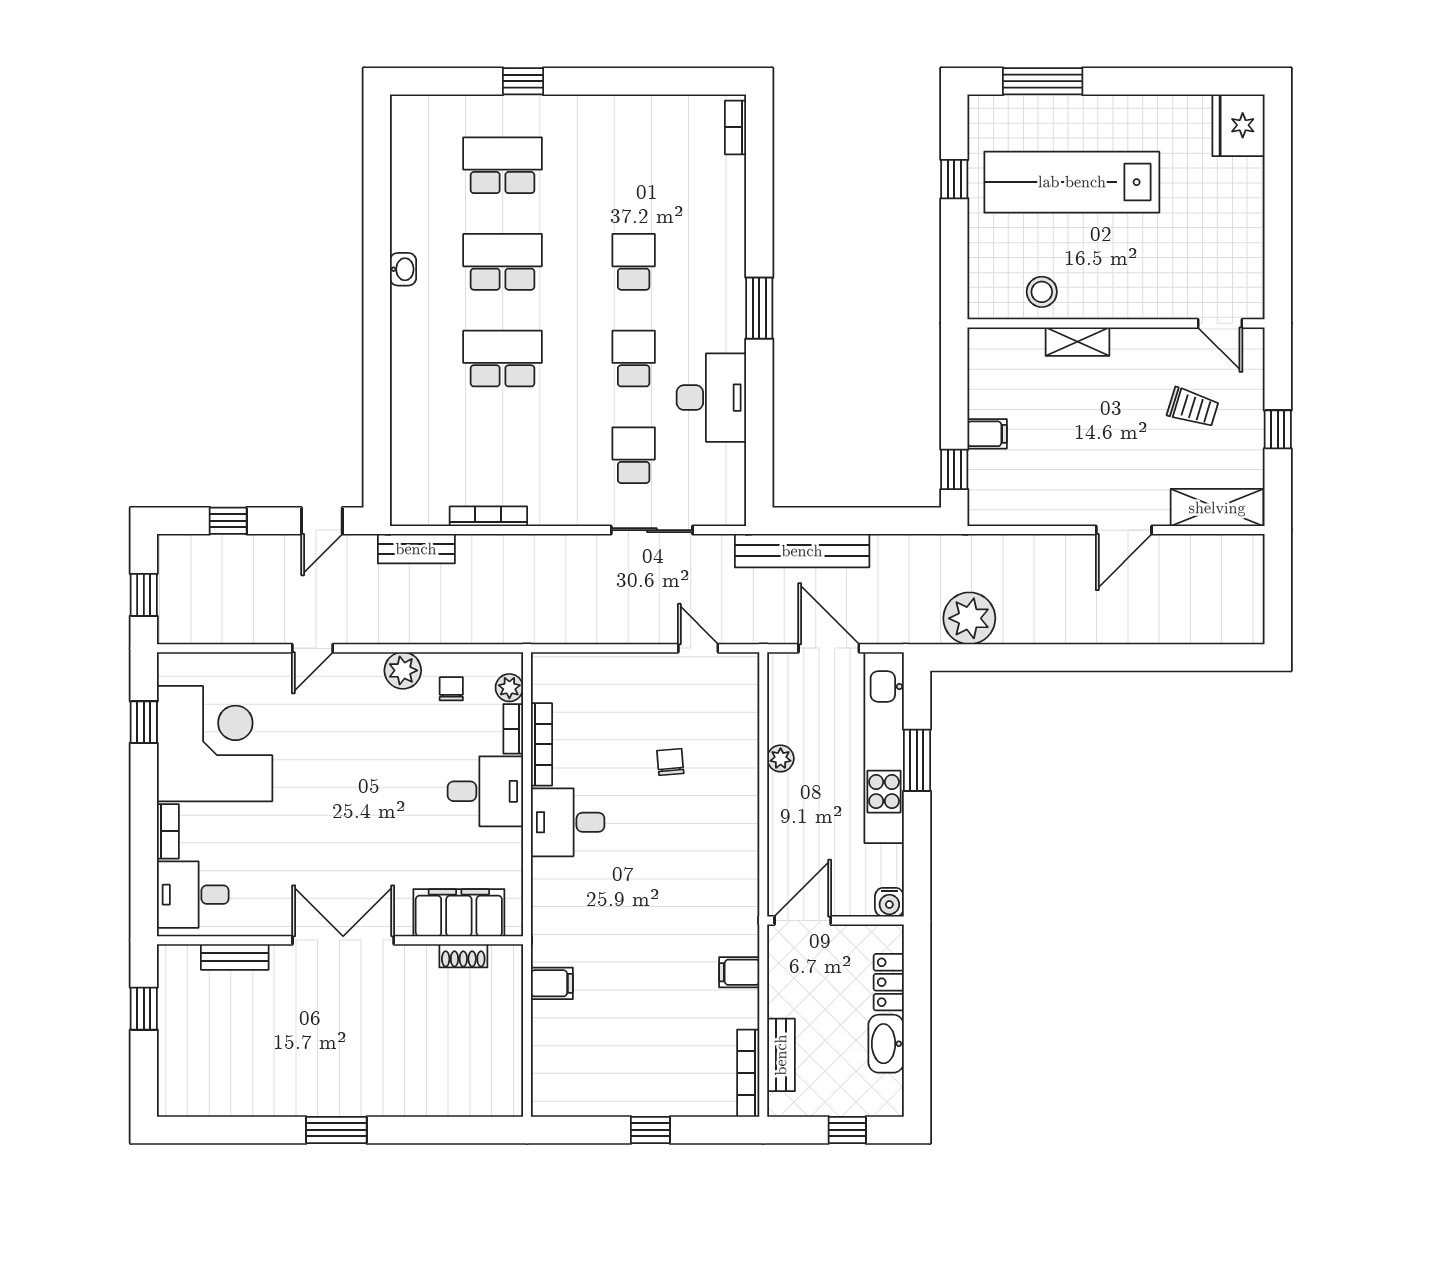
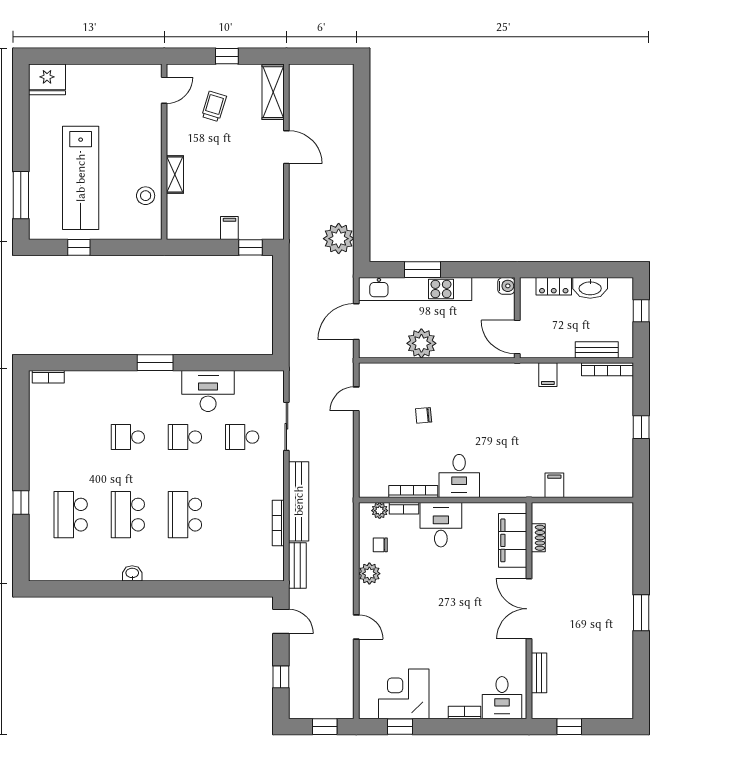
bench: (802, 551) -> (299, 501), moved
corner desk: (215, 744) -> (404, 694), width x0.74, depth x0.74
plant: (781, 758) -> (421, 343), width x1.87, depth x1.87

